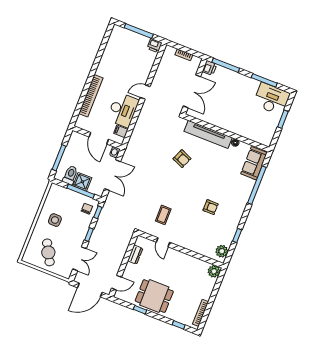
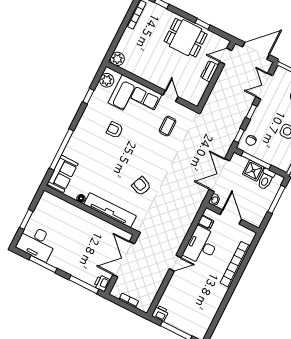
corner sofa: (195, 237) -> (135, 99), added
dresser: (135, 255) -> (210, 71), moved

